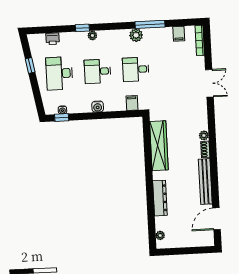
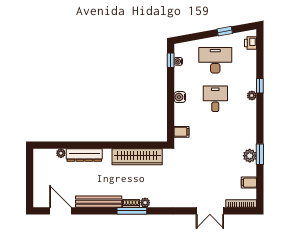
window: (150, 24) -> (260, 154), width x0.69
plant: (136, 35) -> (250, 156), moved
printer: (53, 39) -> (251, 43), moved
desk: (136, 69) -> (215, 137), removed
double door: (209, 83) -> (210, 211), moved
window: (213, 148) -> (132, 211), added
plant: (160, 235) -> (61, 153), moved

